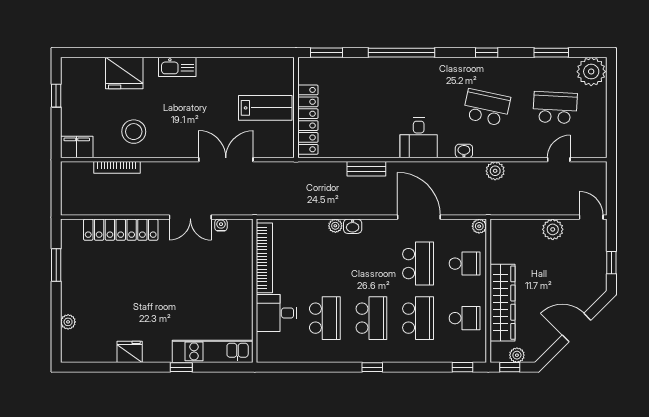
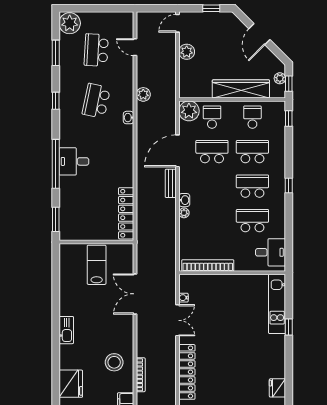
fridge: (124, 73) -> (71, 384), moved
locker: (308, 120) -> (126, 213), moved, turned -90
desk: (419, 138) -> (74, 161), moved, turned 180
bench: (366, 169) -> (171, 183), moved
plant: (479, 226) -> (189, 111), width x1.87, depth x1.87
desk: (277, 313) -> (271, 252), moved, turned -90
fridge: (130, 352) -> (277, 388), moved

